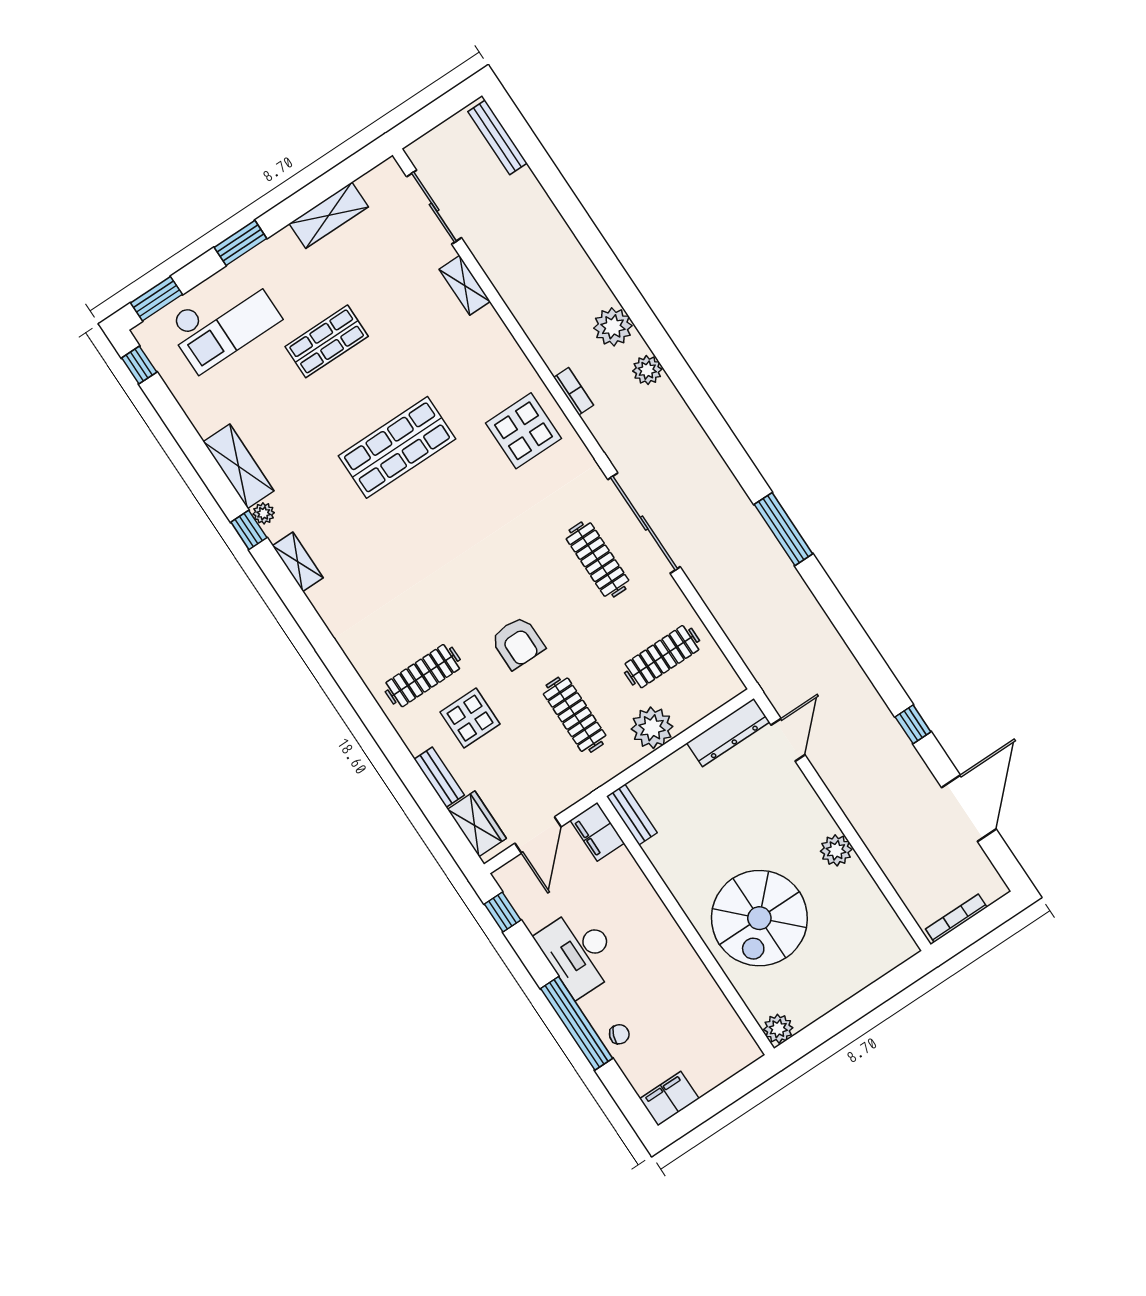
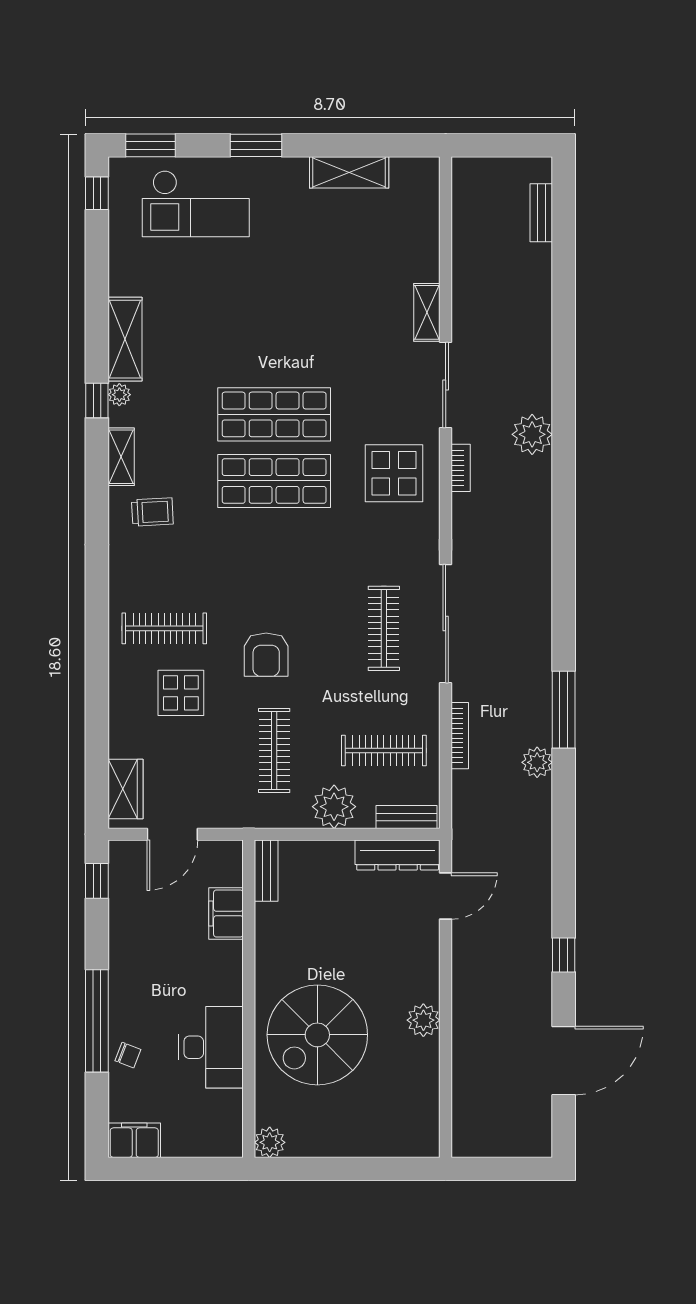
bench: (497, 137) -> (541, 213), width x0.73
sliding door: (434, 207) -> (446, 385), moved
shop shelf: (327, 341) -> (274, 481), moved, width x1.43, depth x1.36
plant: (647, 370) -> (537, 762), moved
trolley: (352, 589) -> (152, 512), added
bench: (439, 777) -> (406, 817), moved, turned 90
filing cabinet: (597, 832) -> (226, 914), moved
bookcase: (956, 918) -> (460, 736), moved, turned 90
desk: (579, 952) -> (211, 1047), moved, turned 180

